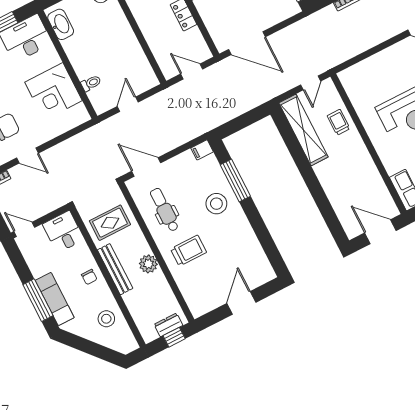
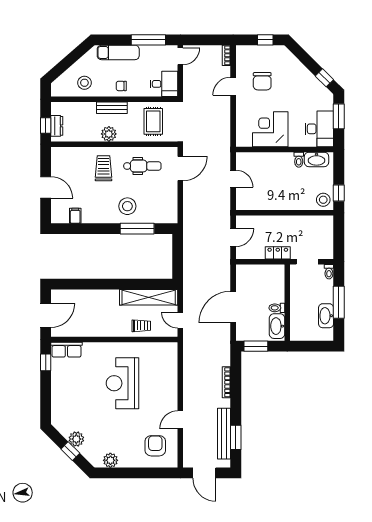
door: (247, 43) -> (233, 307), moved
toilet: (91, 83) -> (299, 160), moved
filing cabinet: (202, 150) -> (75, 216), moved
trolley: (189, 251) -> (103, 168), turned 180
bench: (115, 269) -> (112, 108), width x0.73
window: (38, 300) -> (148, 40), moved

